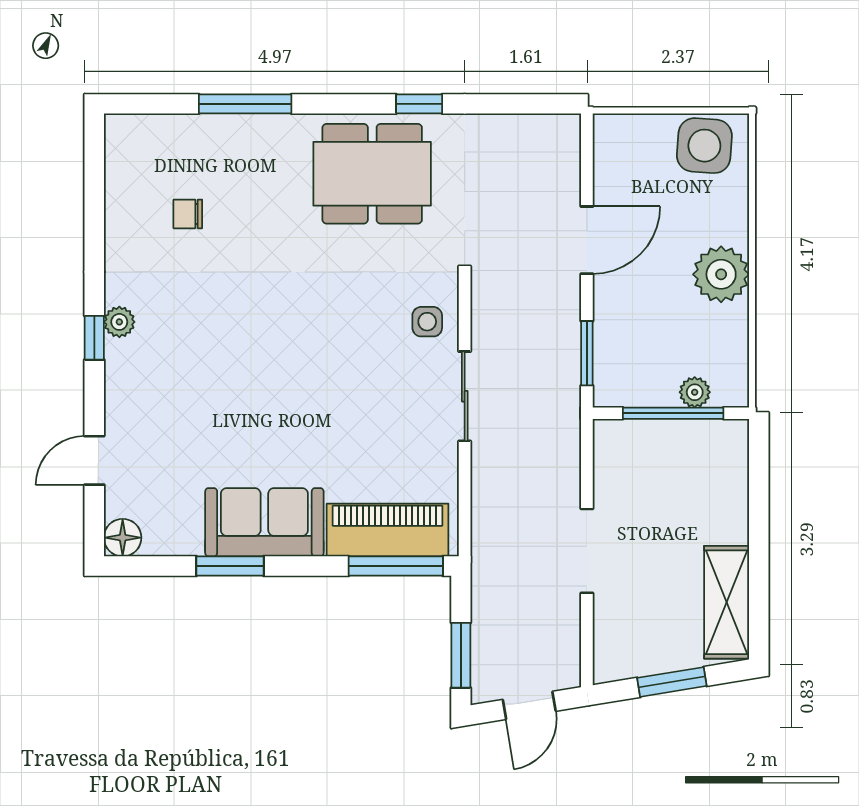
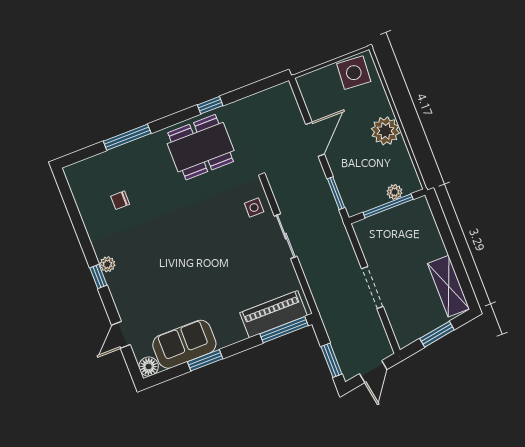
sofa: (264, 522) -> (184, 344), moved

